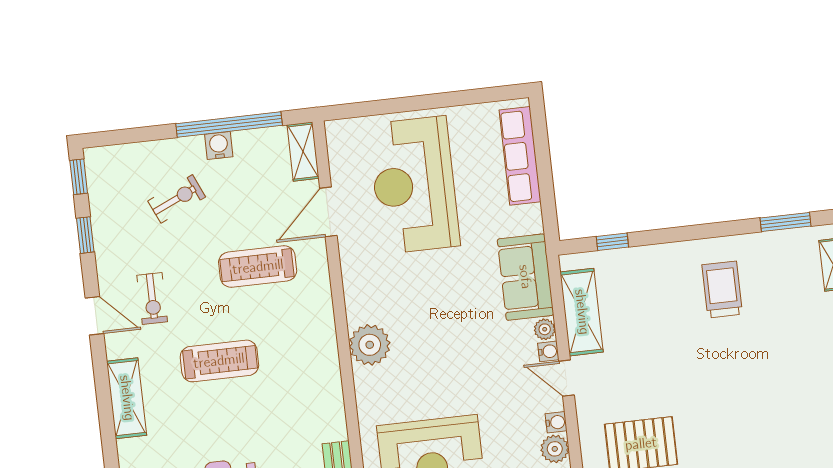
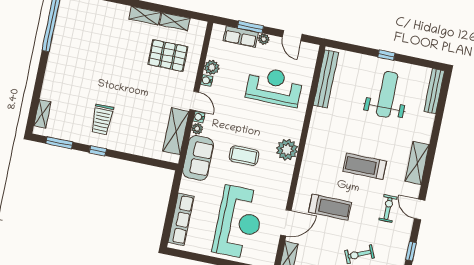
window: (612, 242) -> (98, 151), moved
coffee table: (444, 309) -> (244, 156), added

